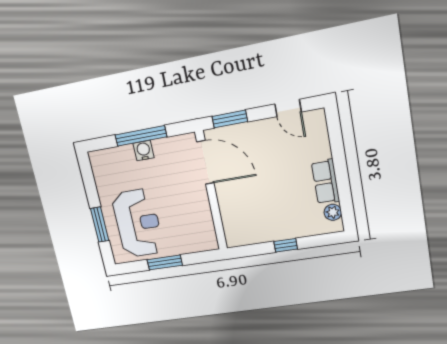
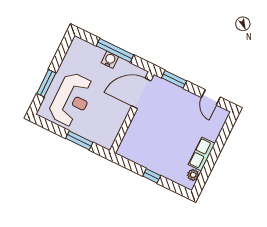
door: (205, 162) -> (141, 93), swing flipped
window: (165, 263) -> (79, 140), moved

